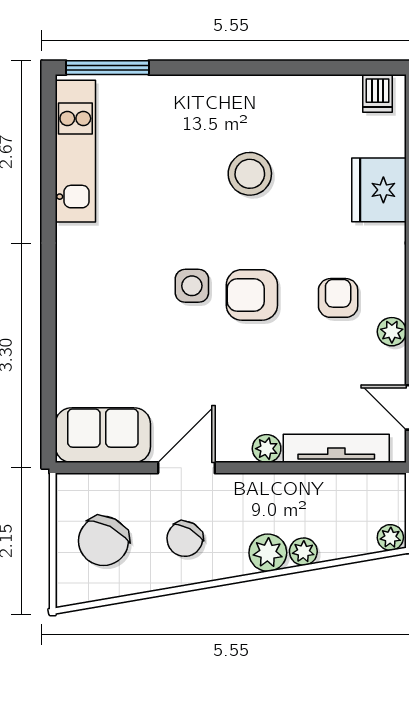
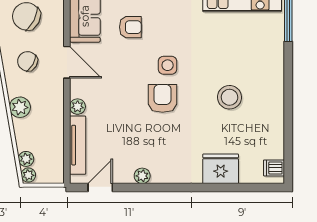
armchair: (338, 298) -> (130, 27), moved
plant: (303, 552) -> (26, 159), moved

